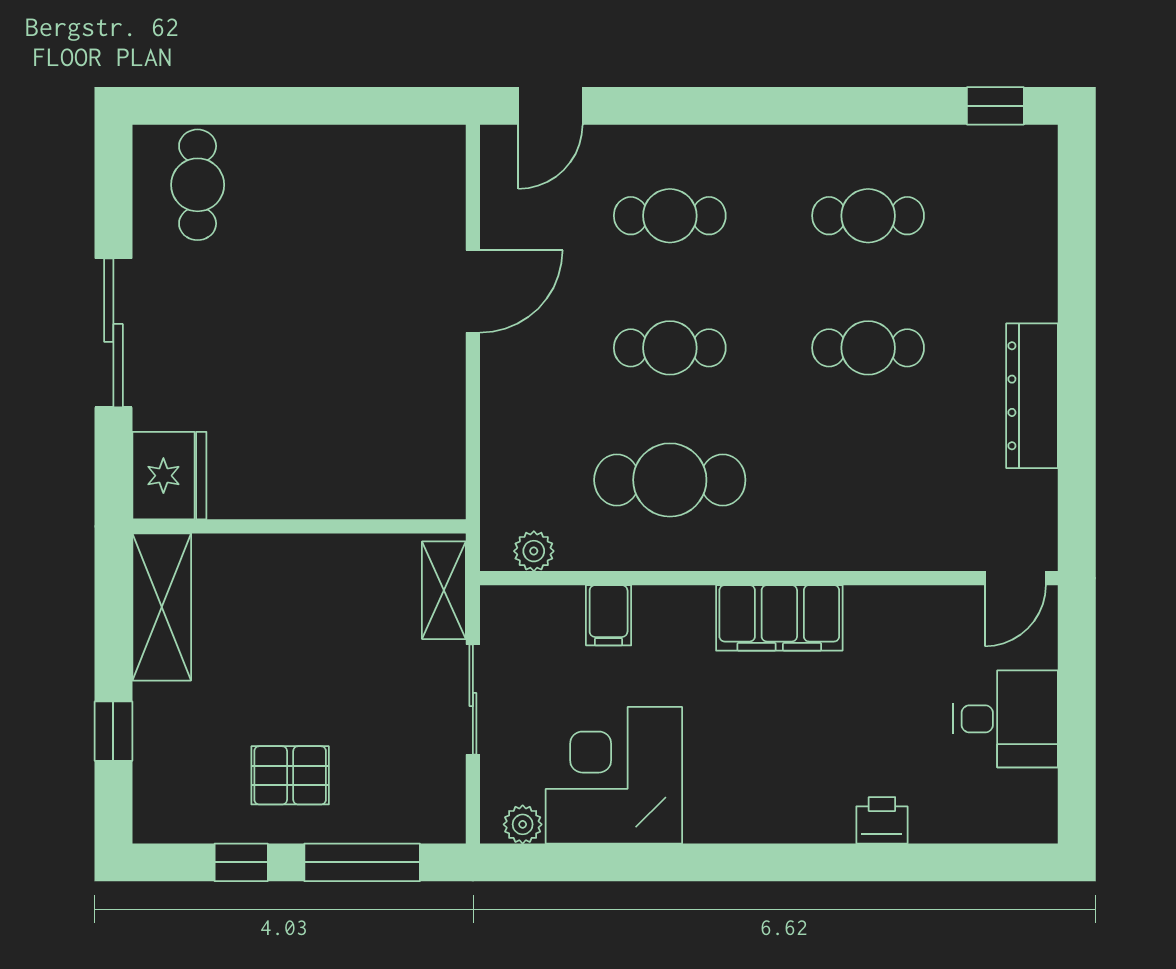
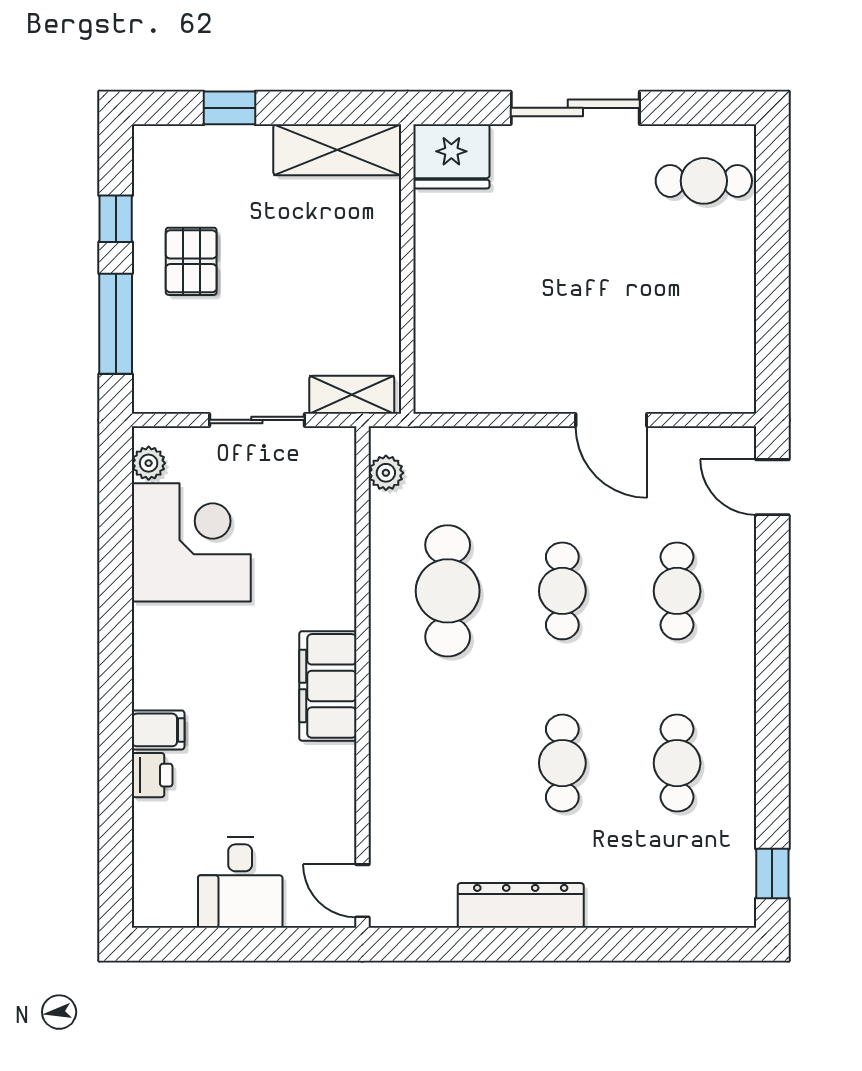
filing cabinet: (609, 615) -> (158, 730), moved, turned 180

